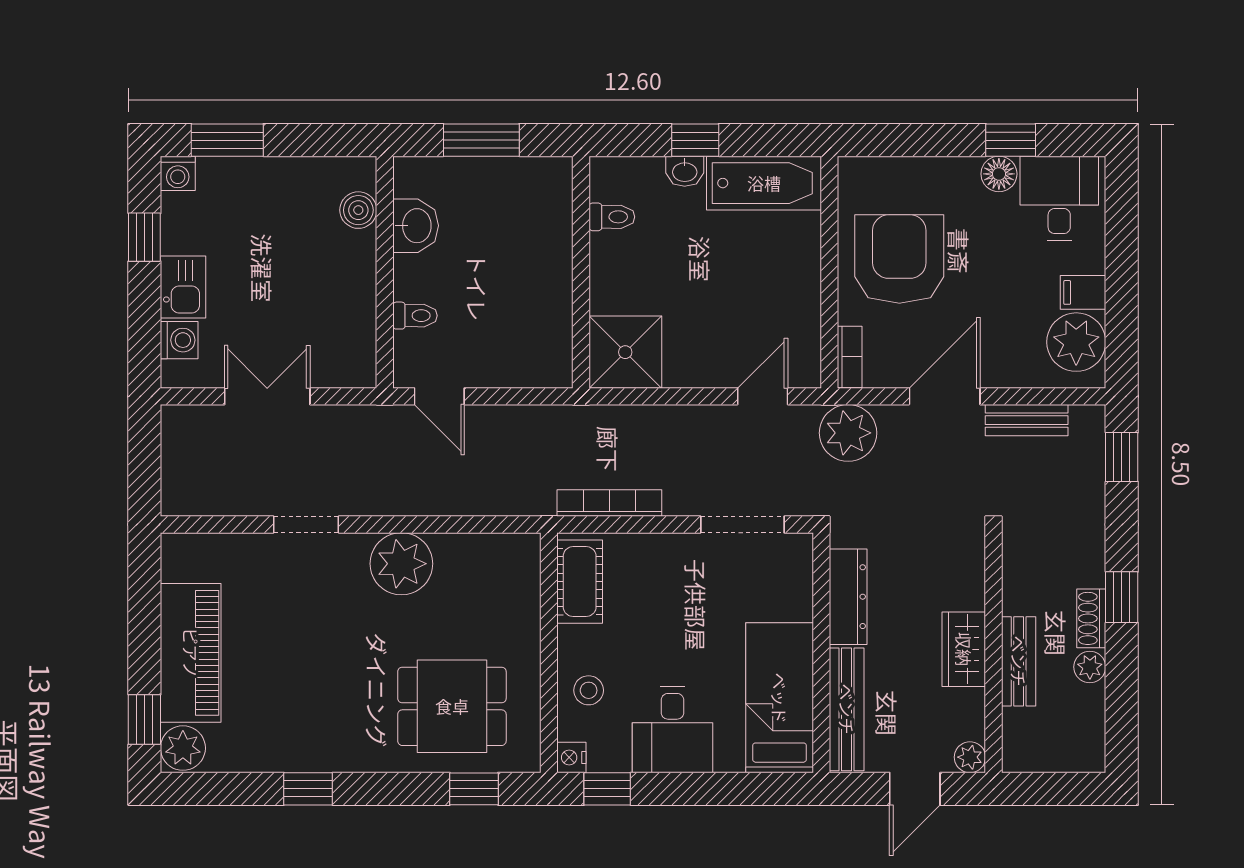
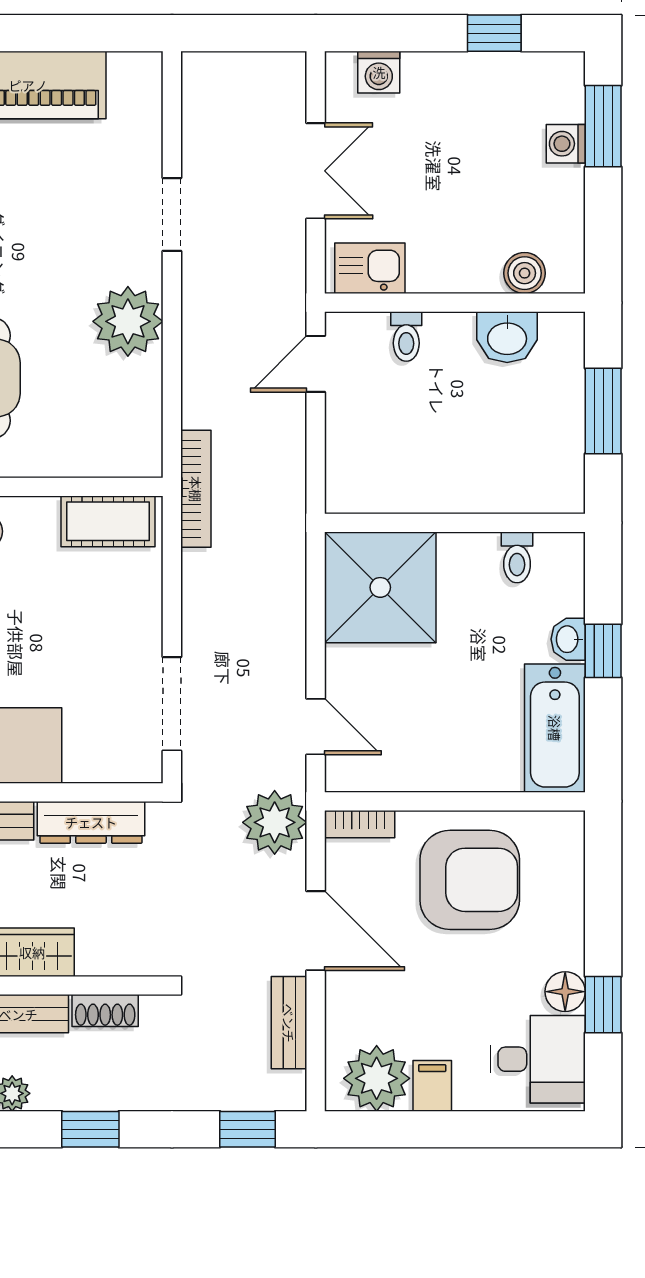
washing machine: (178, 173) -> (566, 144), moved
kitchen sink: (183, 287) -> (370, 268), moved, turned 180
shower: (625, 352) -> (380, 587), width x1.37, depth x1.37
bookcase: (609, 503) -> (196, 489), moved
shoe rack: (1091, 618) -> (105, 1011), moved, turned 180

